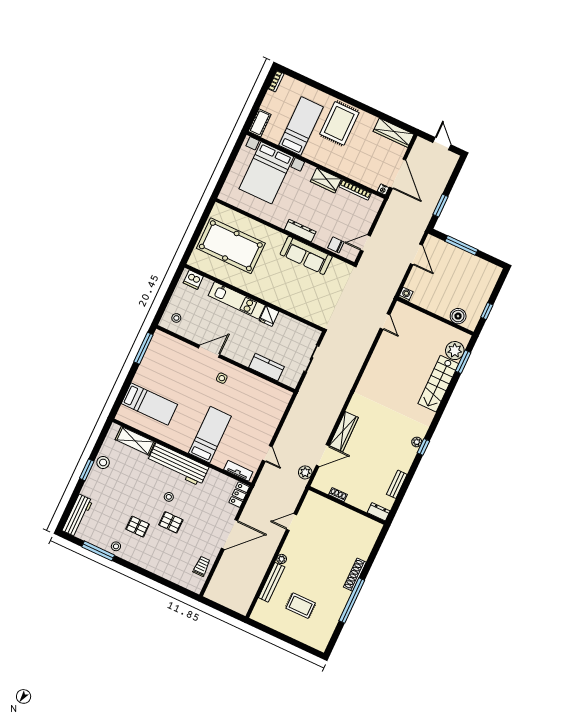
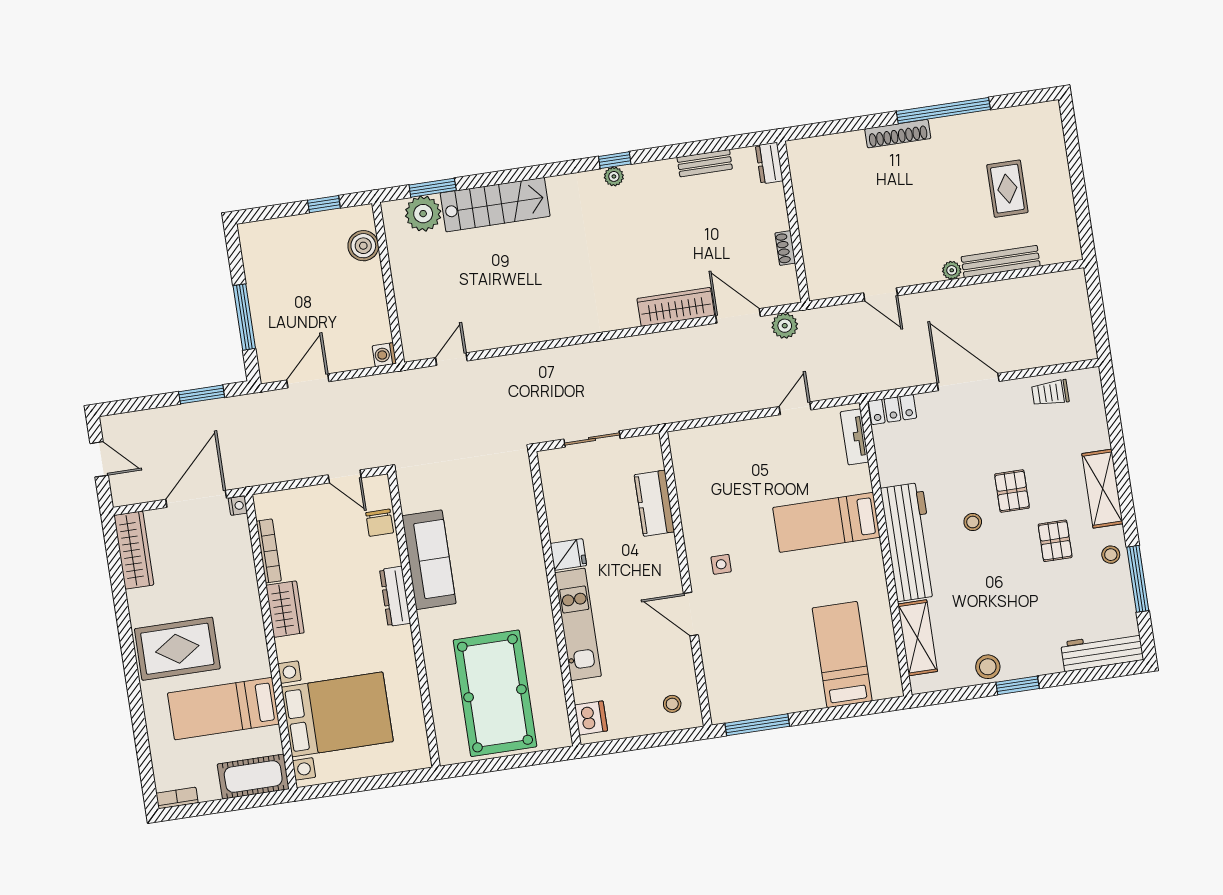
cot: (260, 123) -> (253, 777), width x1.37, depth x1.34
door: (442, 144) -> (99, 459), swing flipped
shelving: (146, 561) -> (1102, 489), added

